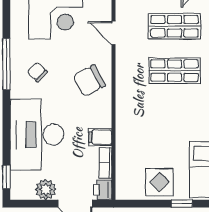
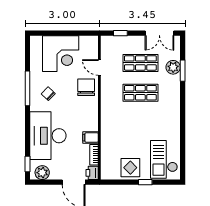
chair: (89, 81) -> (86, 87), moved, turned 118
plant: (46, 189) -> (42, 173), moved

